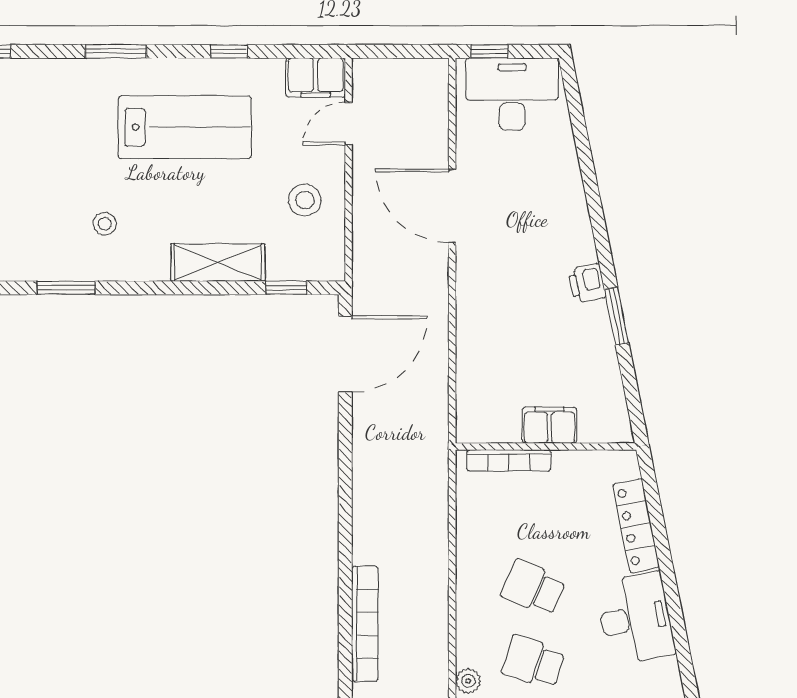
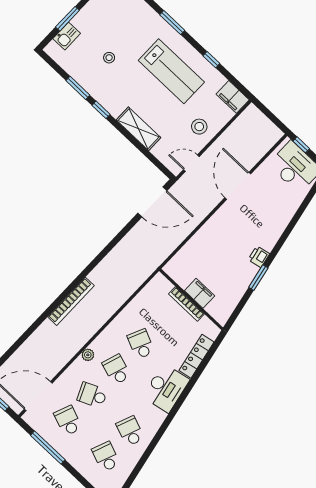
door: (349, 124) -> (191, 163), moved
stool: (305, 200) -> (199, 127), moved
stool: (105, 224) -> (109, 58), moved
window: (286, 288) -> (101, 110), moved
bookcase: (509, 460) -> (186, 304), moved

